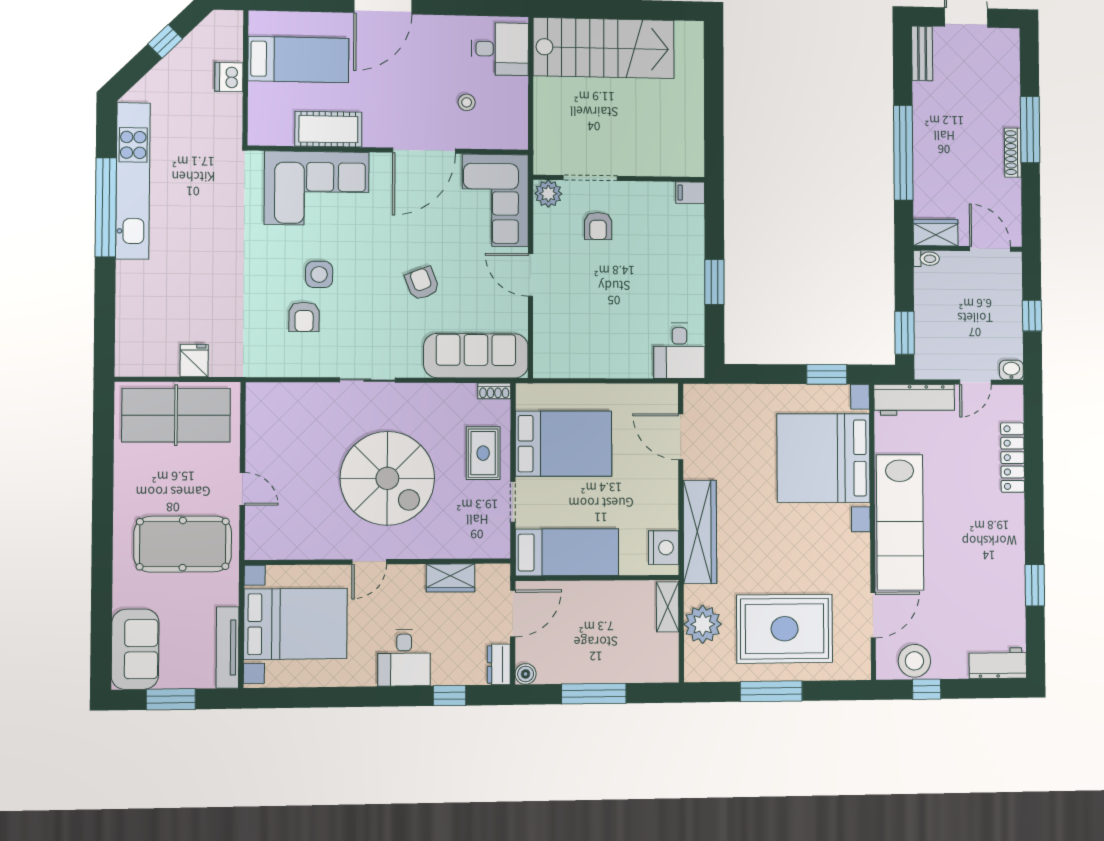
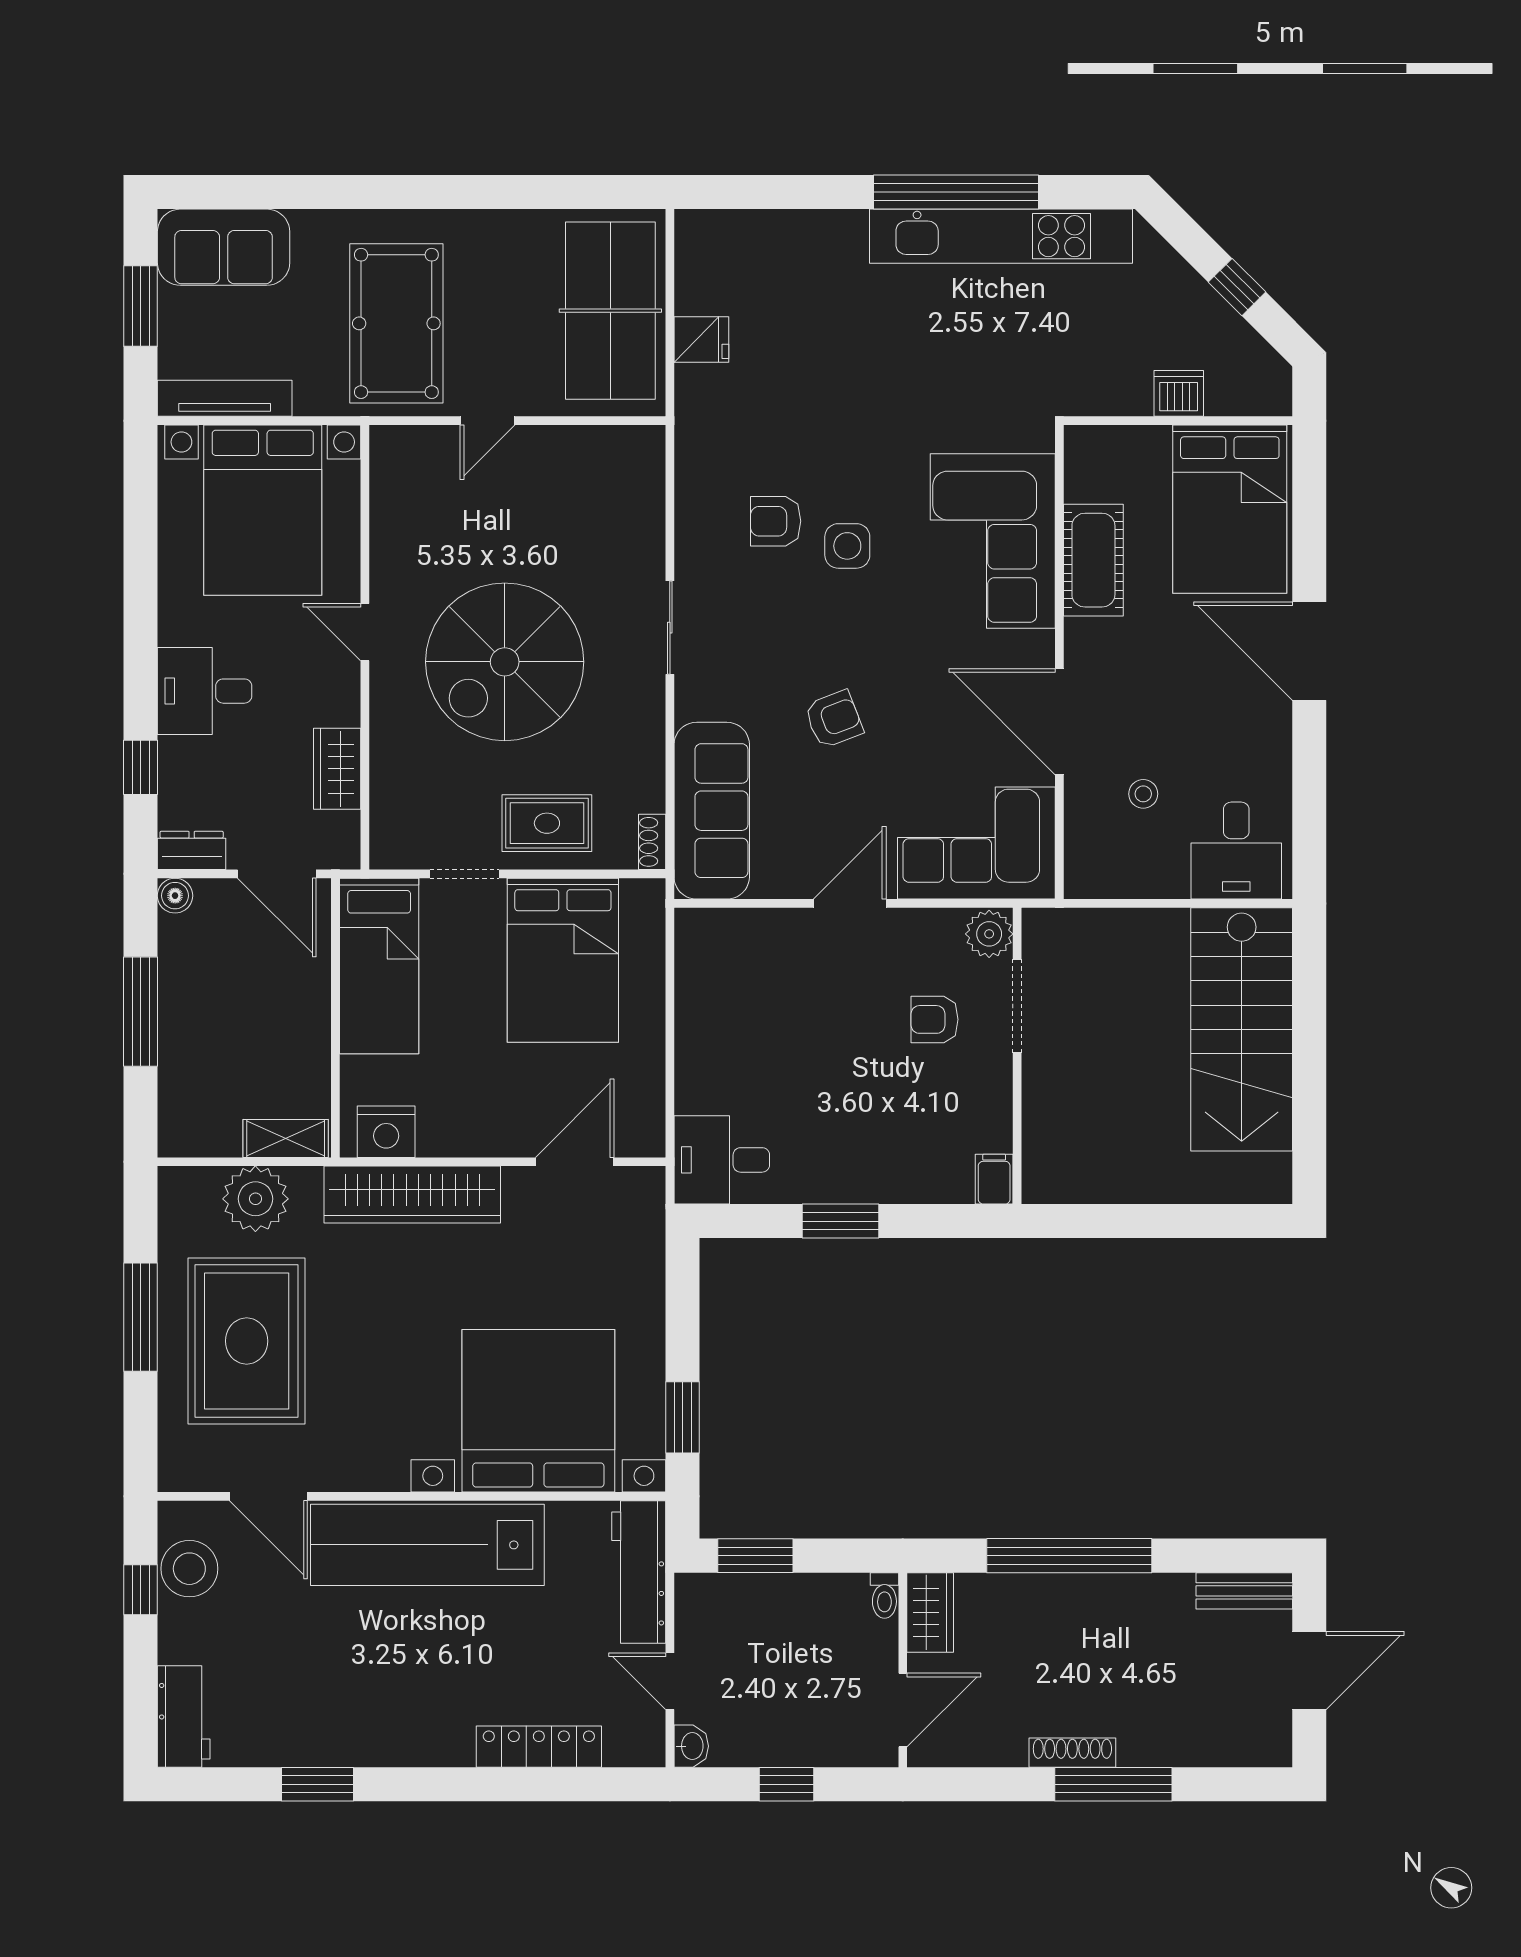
bed: (298, 60) -> (1230, 509), width x1.50

